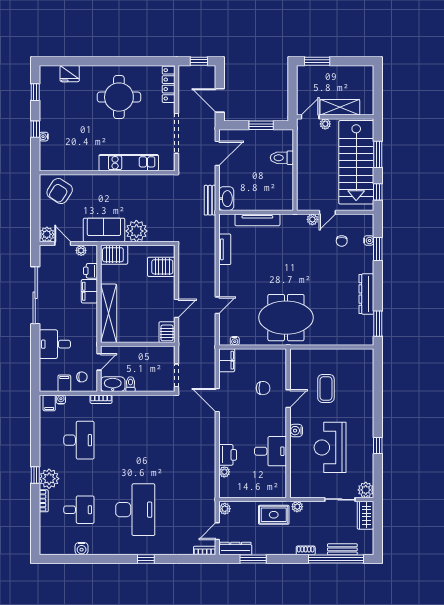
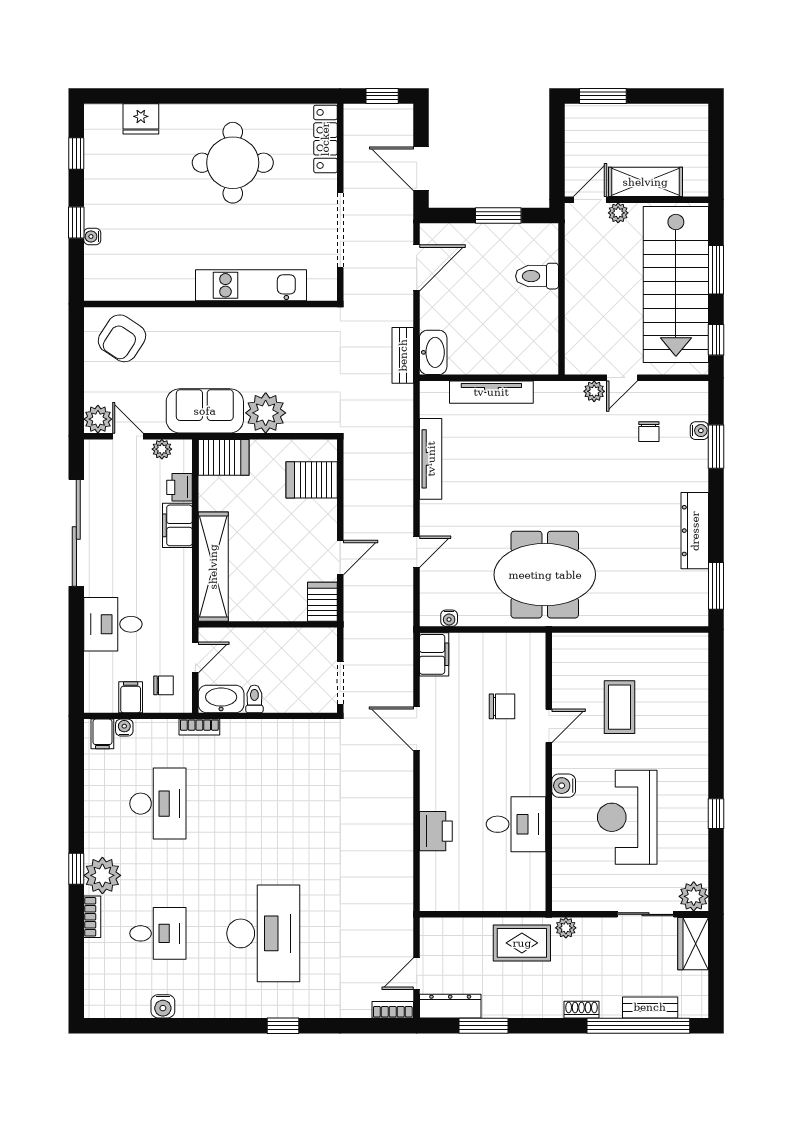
tv unit: (225, 249) -> (431, 459), width x1.41
plant: (224, 472) -> (430, 863), removed
plant: (225, 509) -> (430, 932), removed

